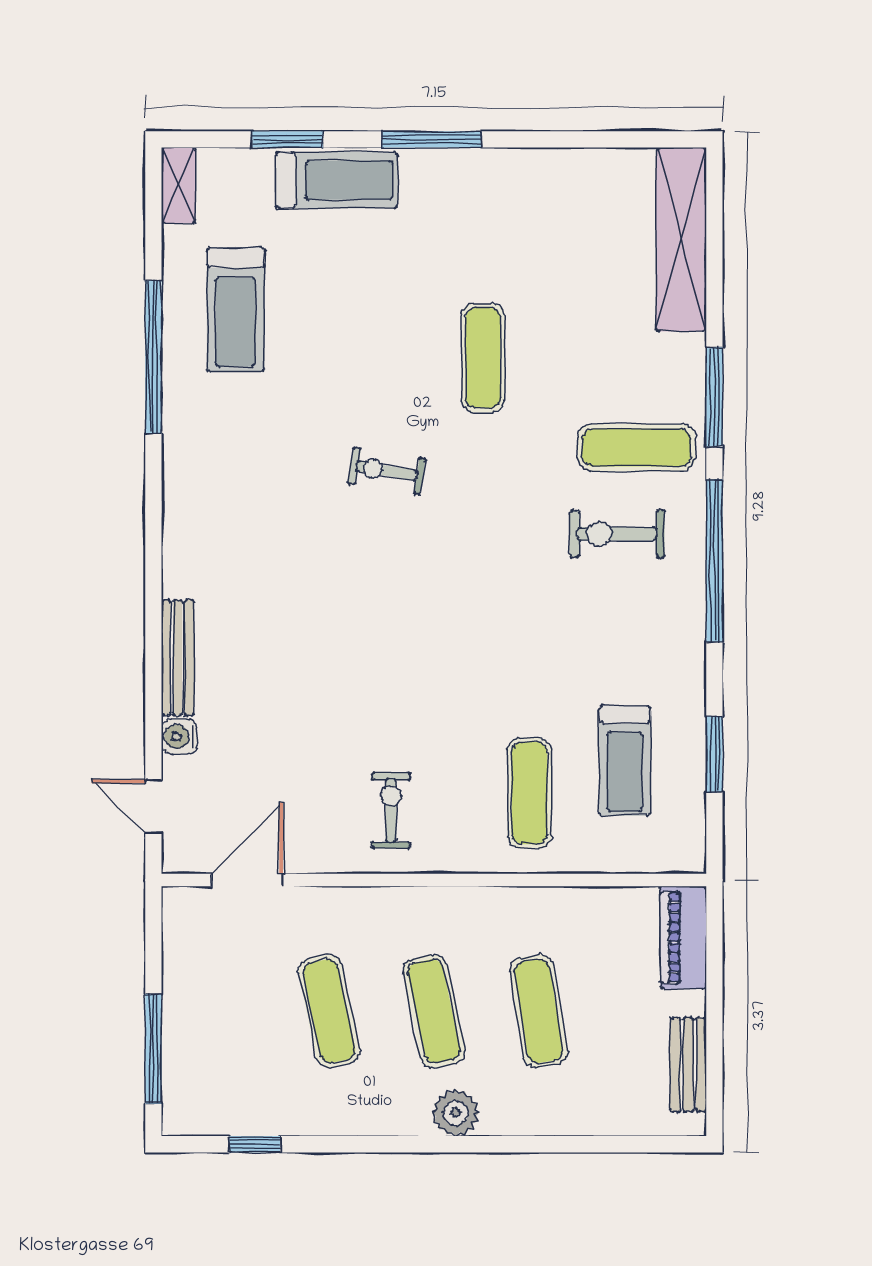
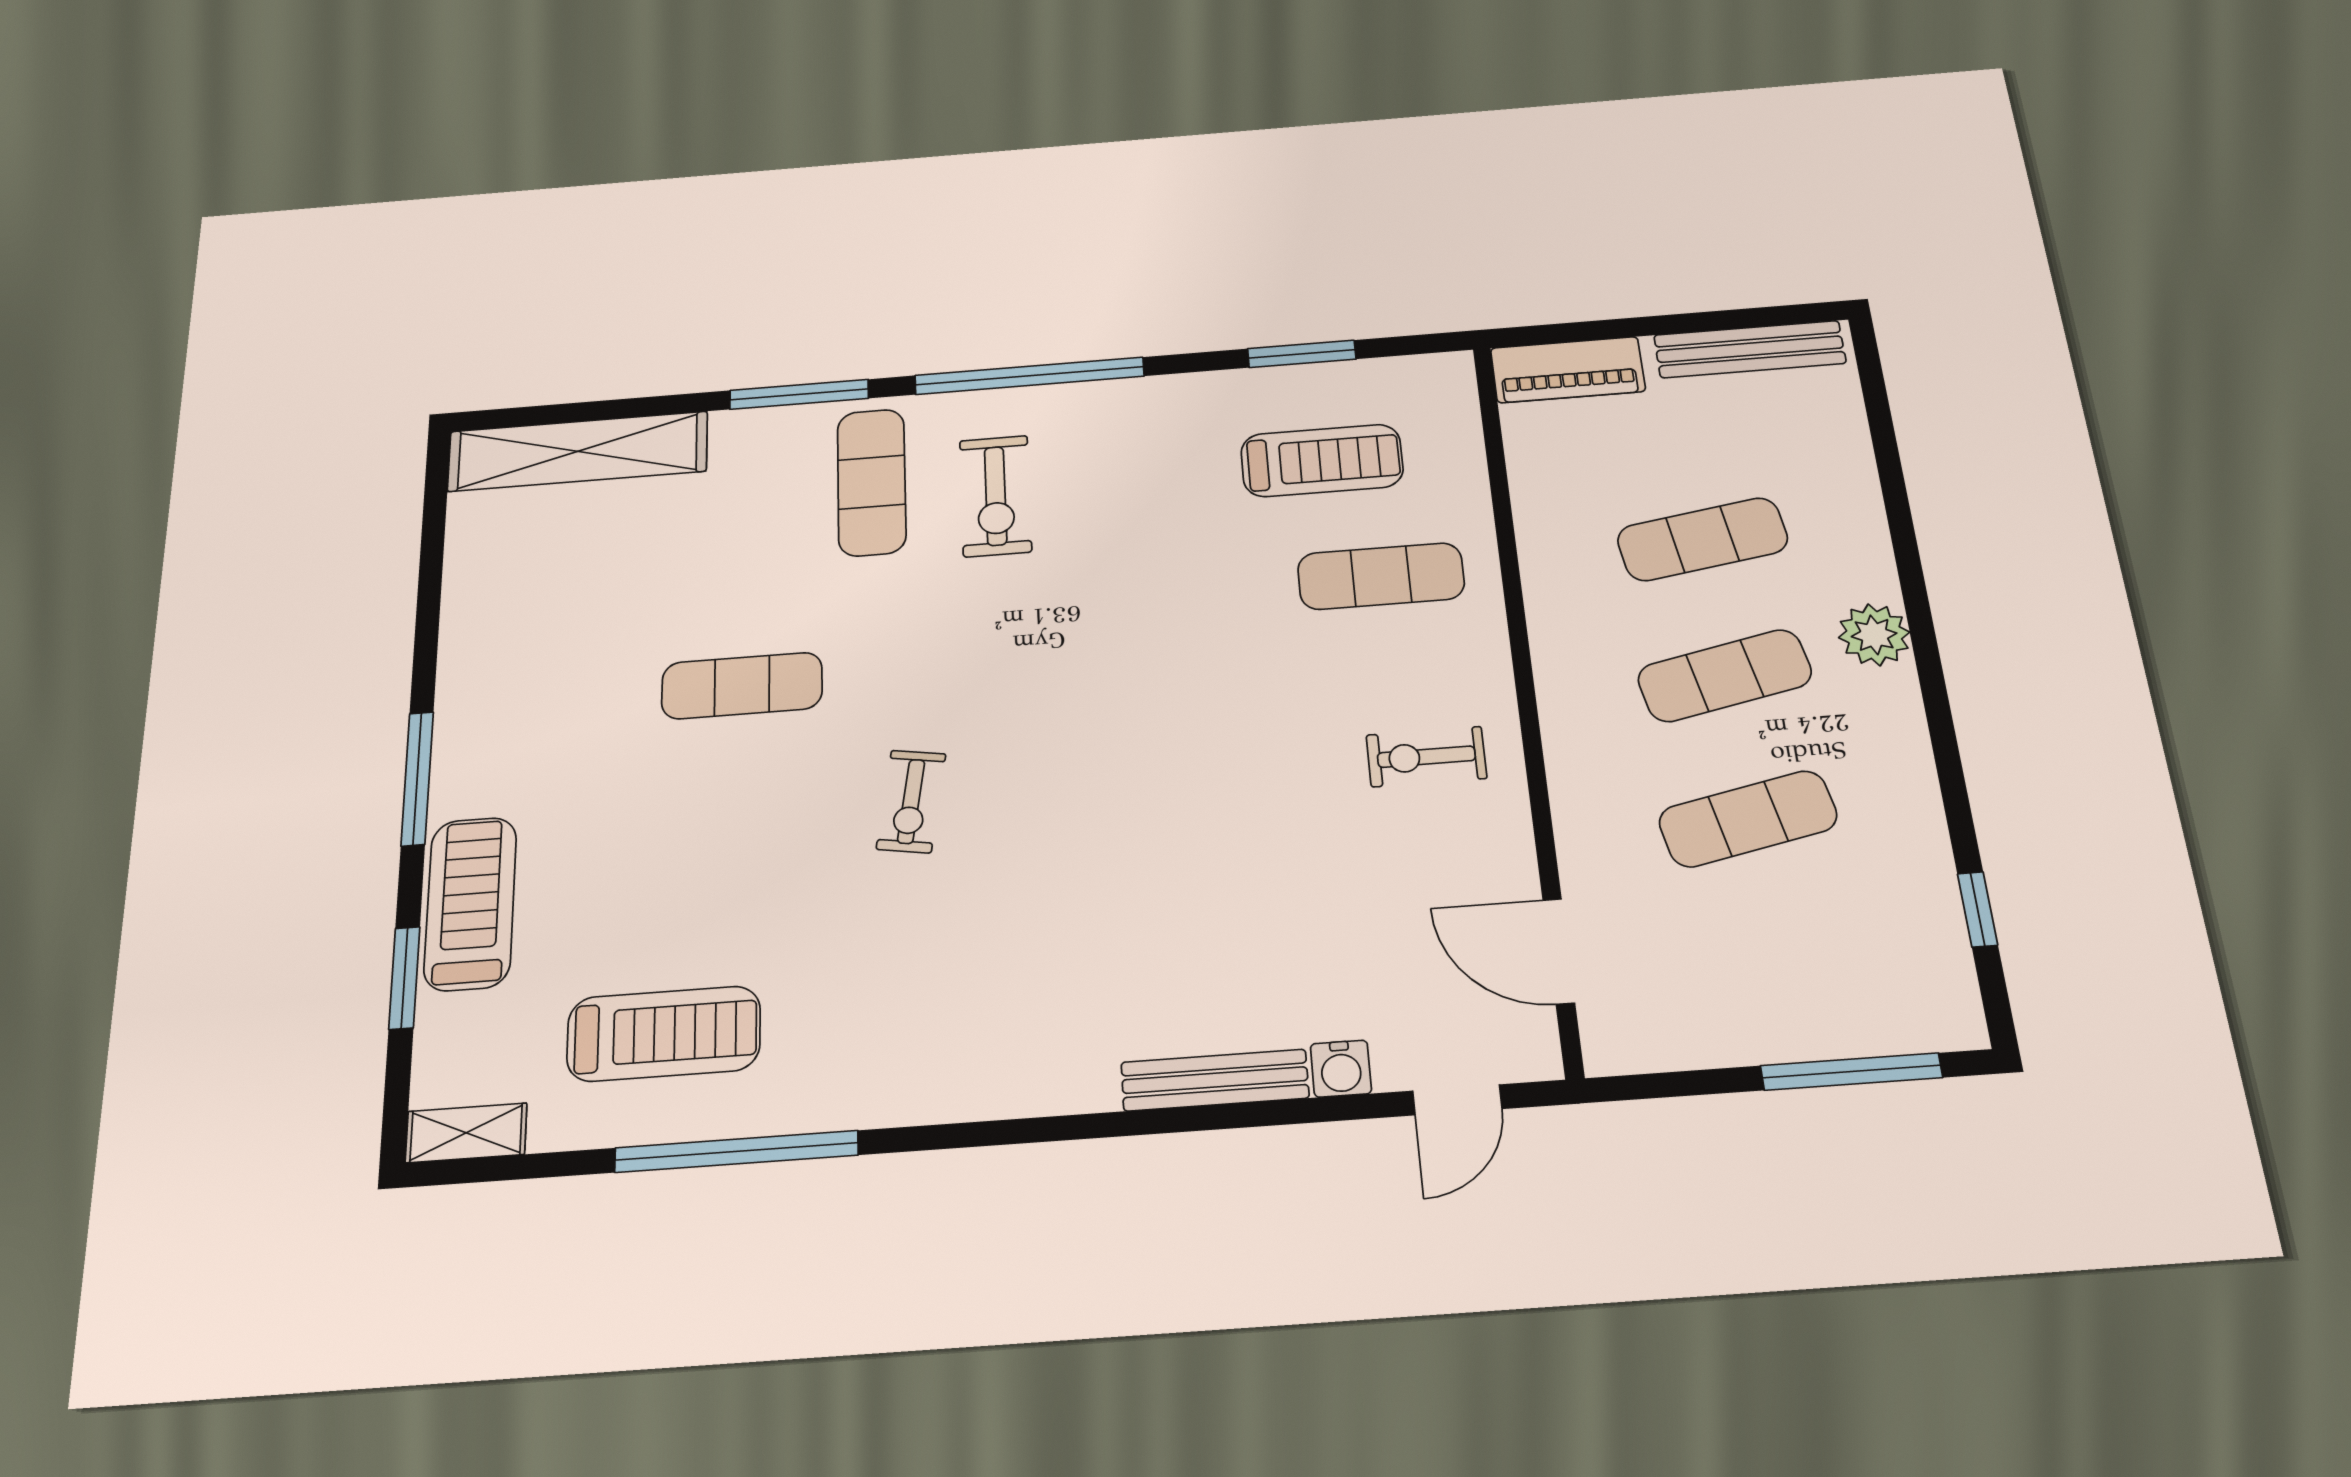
bench: (688, 1065) -> (1750, 349), width x1.36

